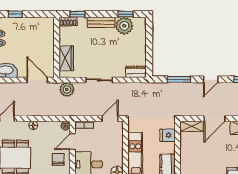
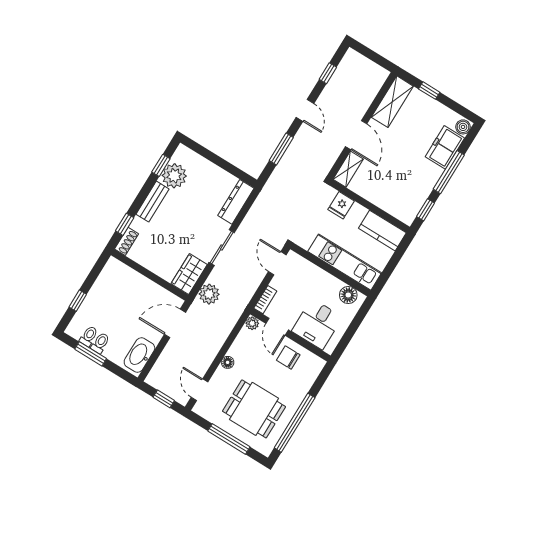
wardrobe: (66, 58) -> (189, 274), moved, turned -90
dresser: (136, 72) -> (236, 202), width x1.44

